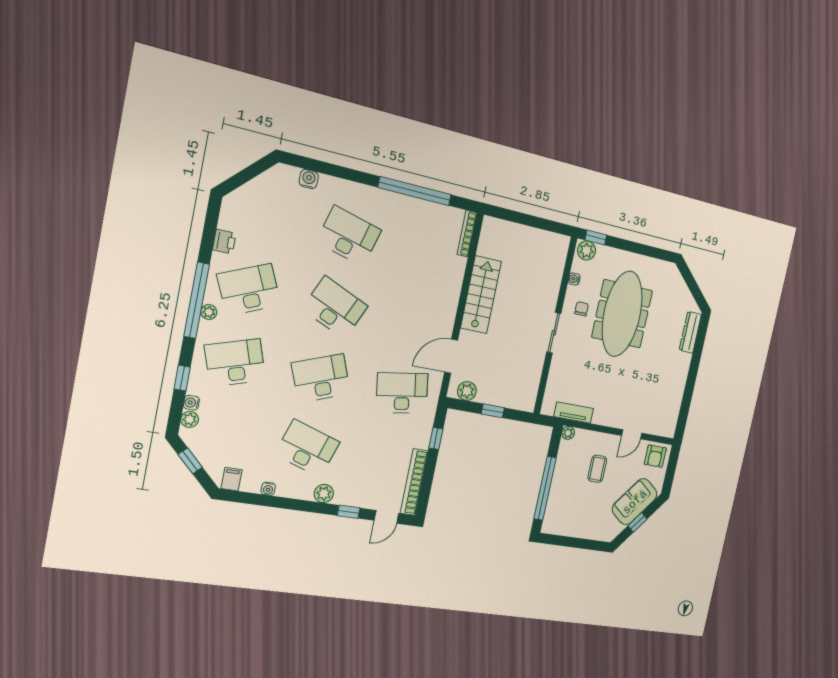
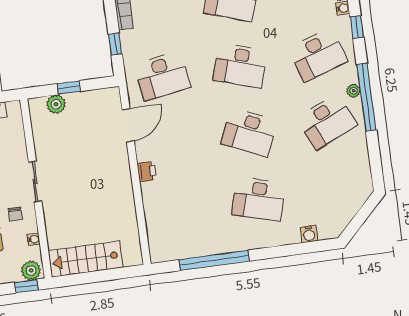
bookcase: (467, 234) -> (153, 242), removed
printer: (224, 242) -> (147, 171), moved, turned 180
stairs: (481, 295) -> (85, 259), moved, turned 90
desk: (321, 378) -> (240, 65), turned 39
plant: (467, 391) -> (56, 104), moved

